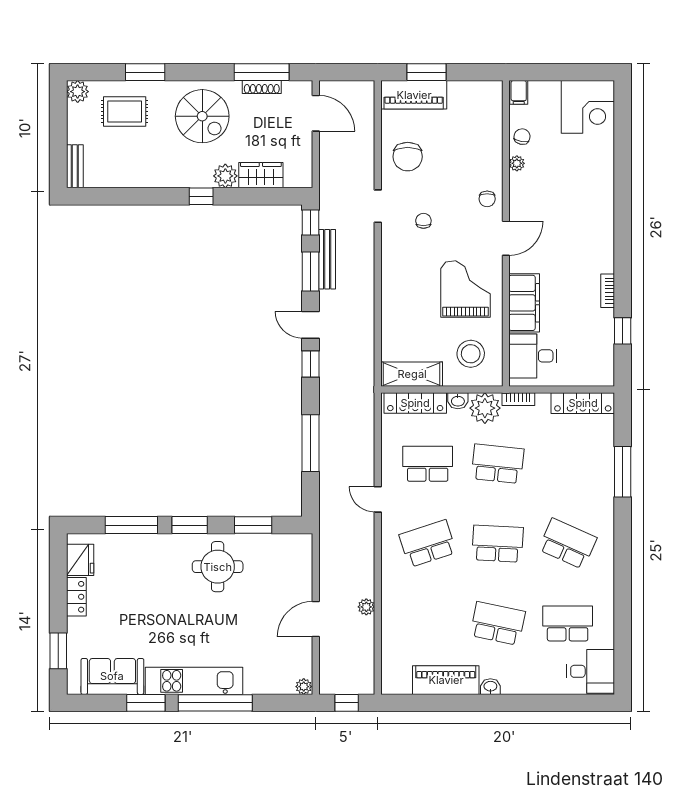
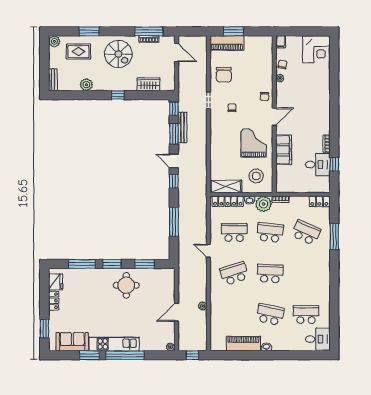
plant: (225, 176) -> (86, 85), moved
desk: (533, 356) -> (318, 165), moved, turned 180
locker: (583, 403) -> (319, 201), width x0.66
school desk: (568, 544) -> (306, 233), moved

